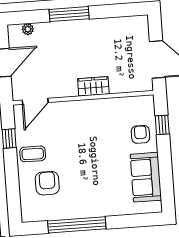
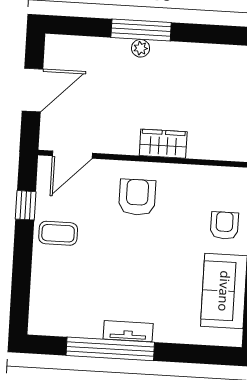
plant: (28, 29) -> (141, 48), moved
armchair: (47, 183) -> (137, 197), moved
tv unit: (87, 212) -> (128, 331), added

